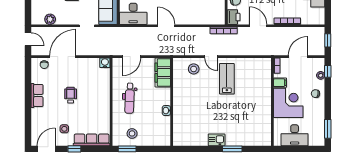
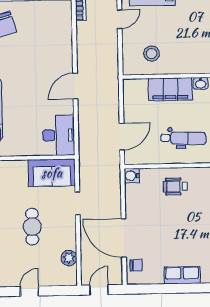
door: (132, 57) -> (122, 136), hinge flipped
stool: (194, 69) -> (151, 54), moved
filing cabinet: (163, 73) -> (170, 89), moved
wheelchair: (71, 95) -> (175, 186), moved

